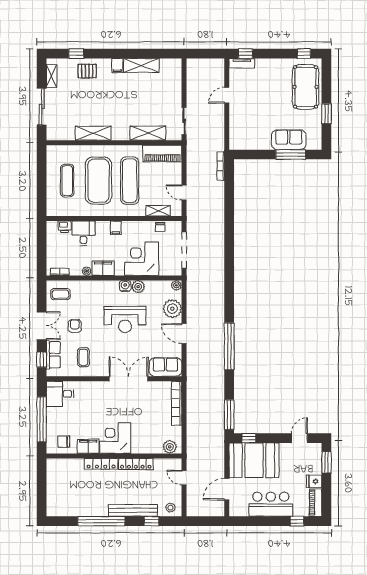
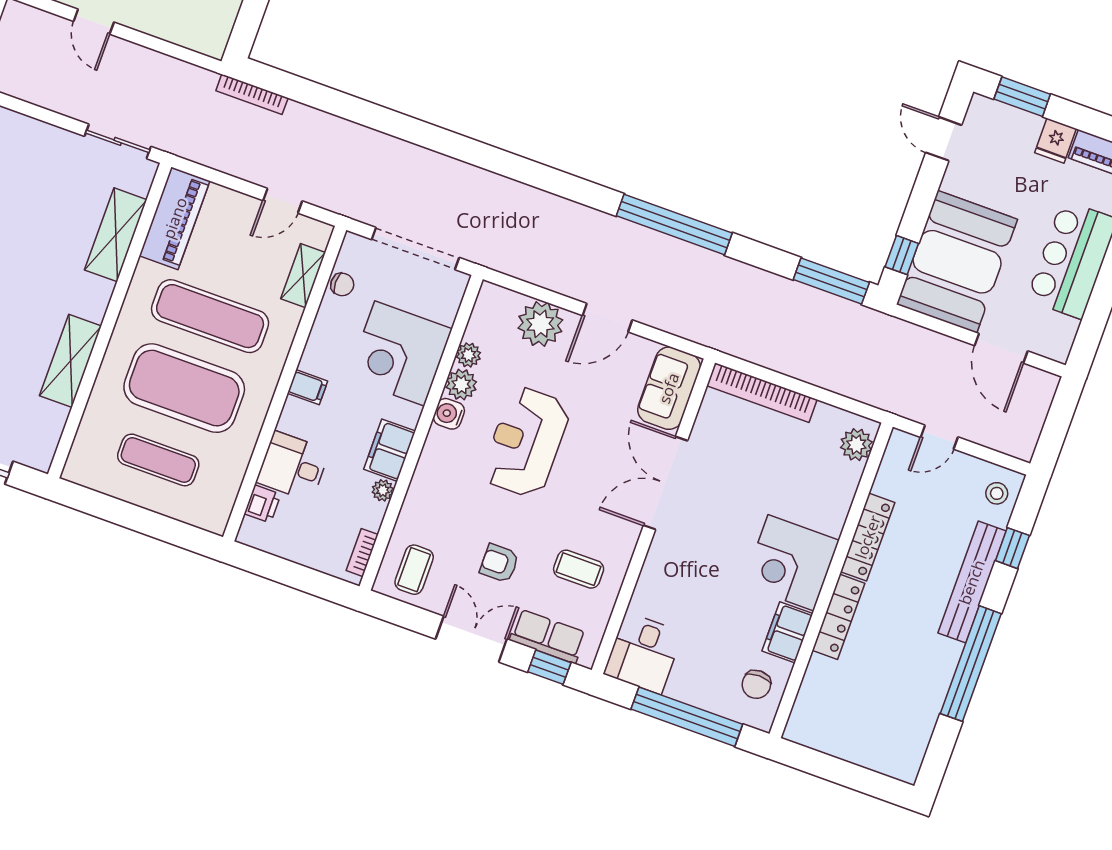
plant: (176, 285) -> (468, 355), moved
reception desk: (125, 319) -> (526, 442), turned 180

